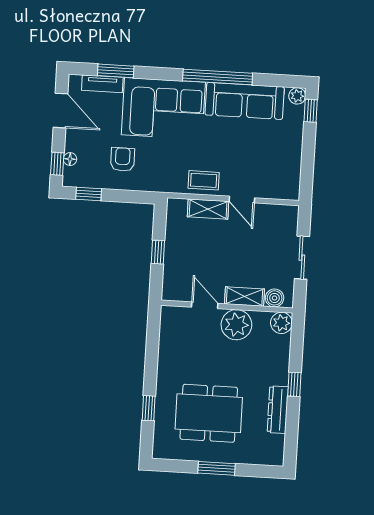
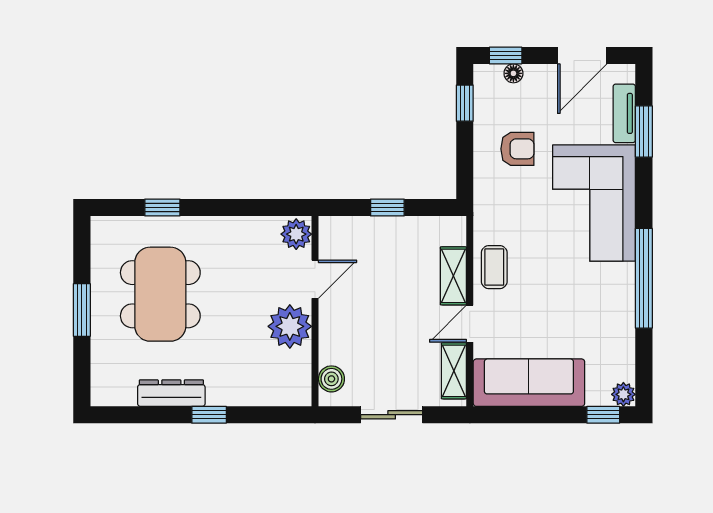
sofa: (245, 101) -> (529, 383), moved, turned 90
shelving: (245, 296) -> (454, 371), moved
plant: (281, 323) -> (296, 234), moved

